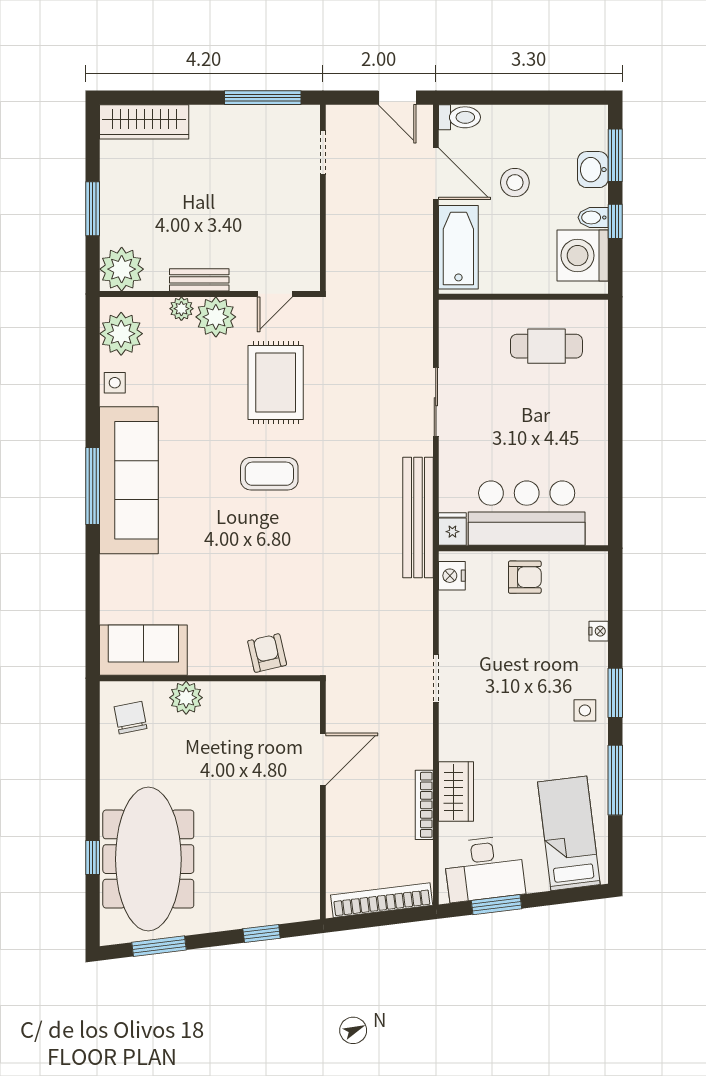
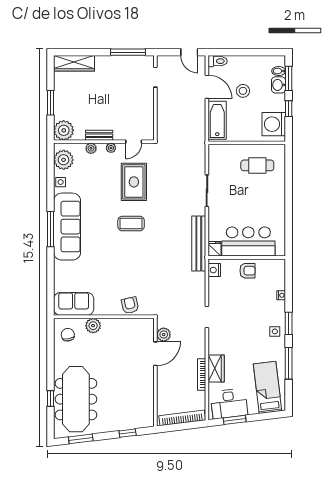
bidet: (593, 217) -> (279, 71), moved
plant: (216, 317) -> (111, 148), width x0.53, depth x0.53
plant: (341, 717) -> (164, 335), added

